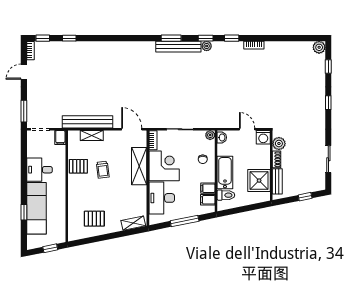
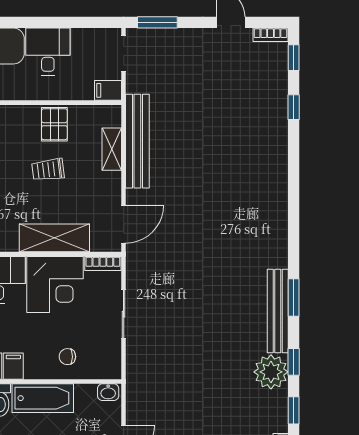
plant: (207, 46) -> (271, 372), width x1.88, depth x1.88
plant: (210, 135) -> (113, 370), removed

